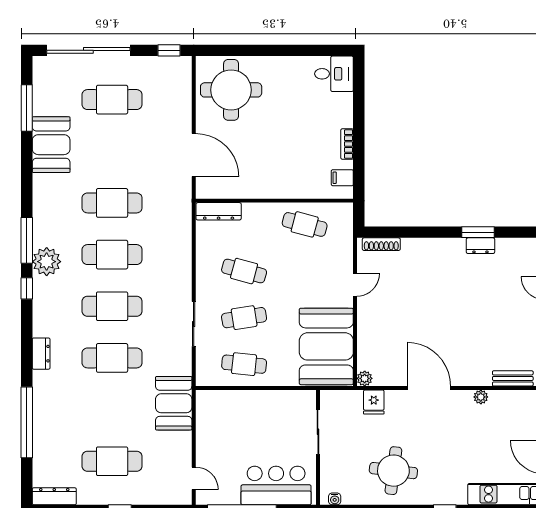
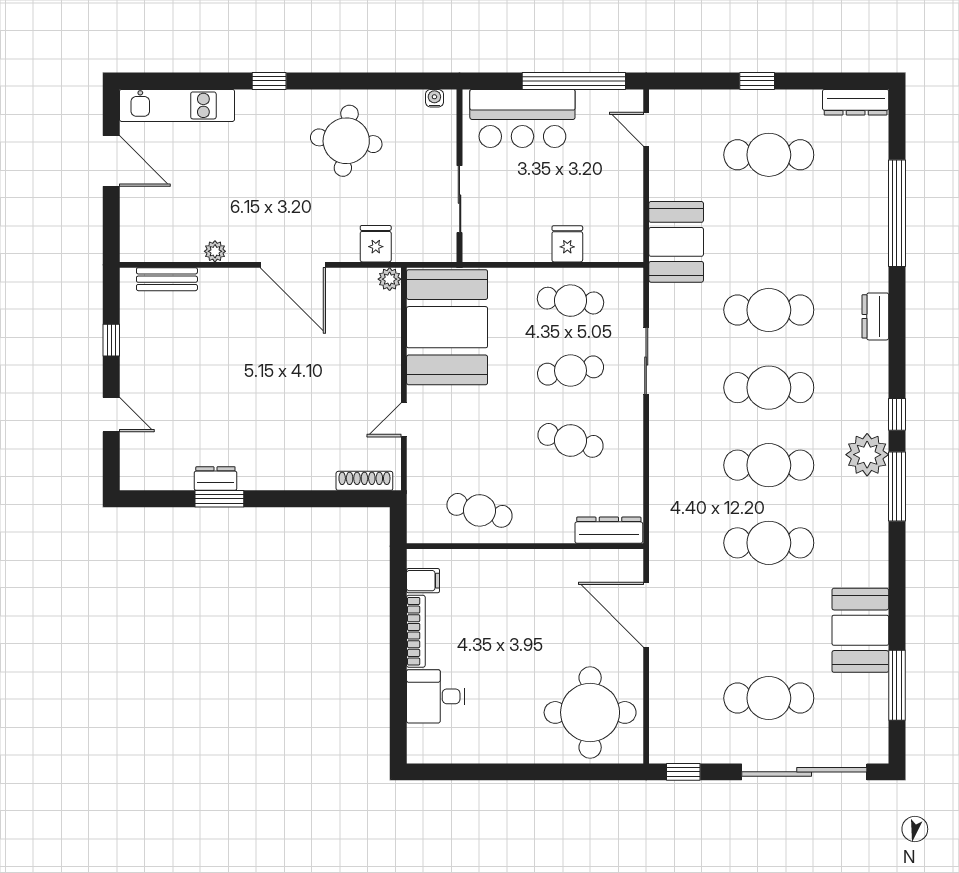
desk: (334, 74) -> (435, 696), moved
bookcase: (347, 144) -> (416, 631), width x1.56
fridge: (246, 402) -> (567, 244), added

